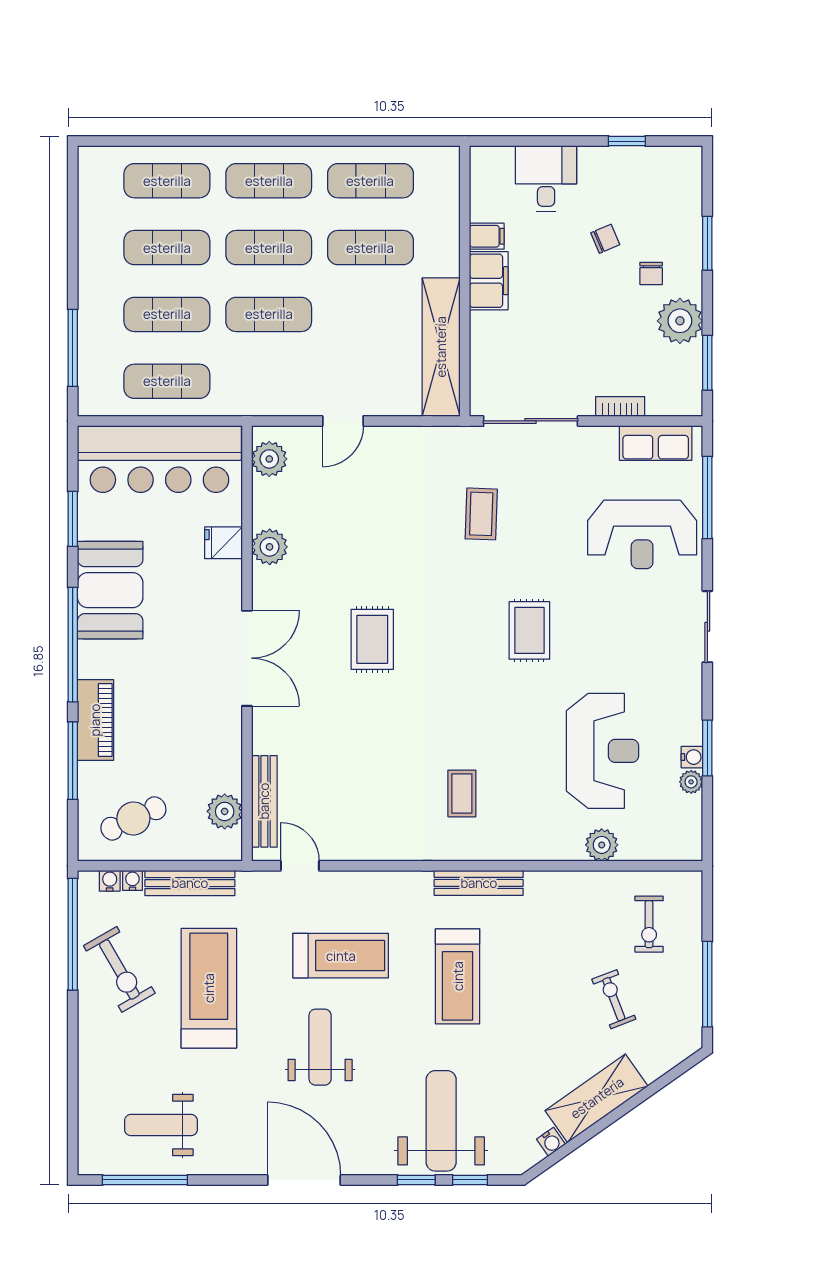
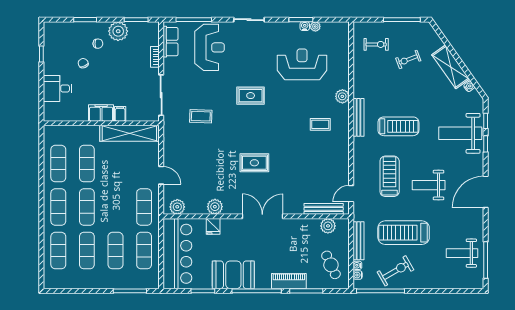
filing cabinet: (487, 236) -> (120, 114), moved
exercise mat: (269, 314) -> (144, 207), moved
plant: (602, 845) -> (342, 96), moved
weight bench: (161, 1125) -> (462, 253), turned 90

